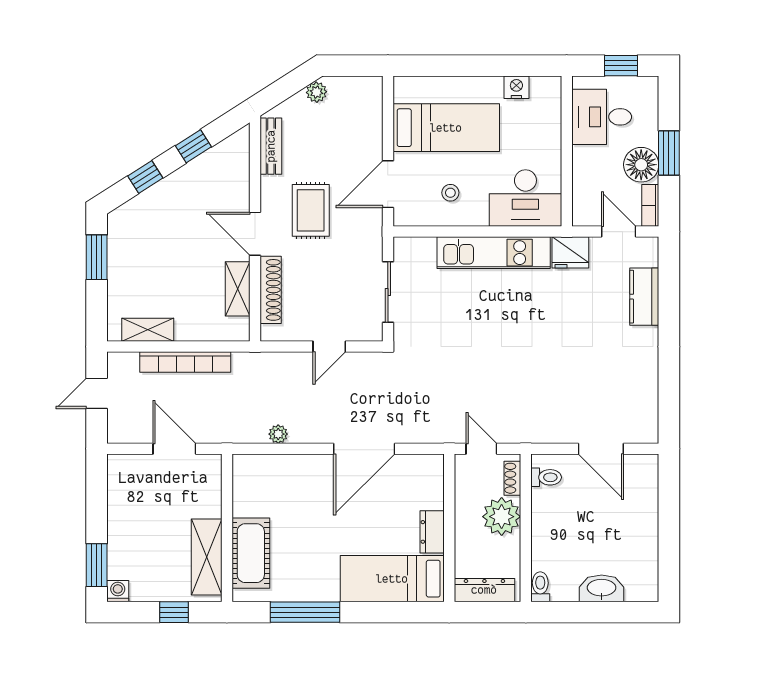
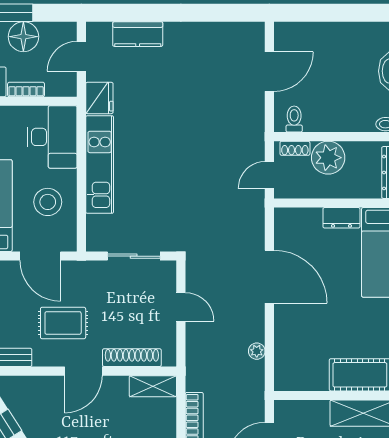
stool: (450, 193) -> (48, 202), width x1.89, depth x1.89
bookcase: (650, 205) -> (26, 89), moved, turned 180
shelving: (238, 289) -> (153, 386), moved

